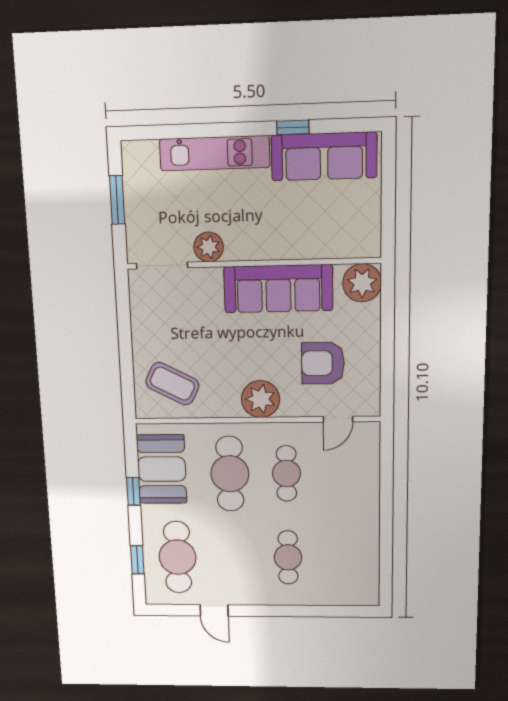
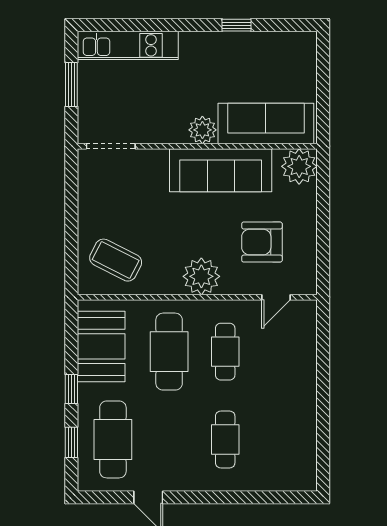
kitchen unit: (215, 153) -> (128, 45), moved
sofa: (324, 156) -> (266, 124), moved, turned 180
plant: (209, 247) -> (202, 130), moved
window: (133, 491) -> (71, 389), moved

